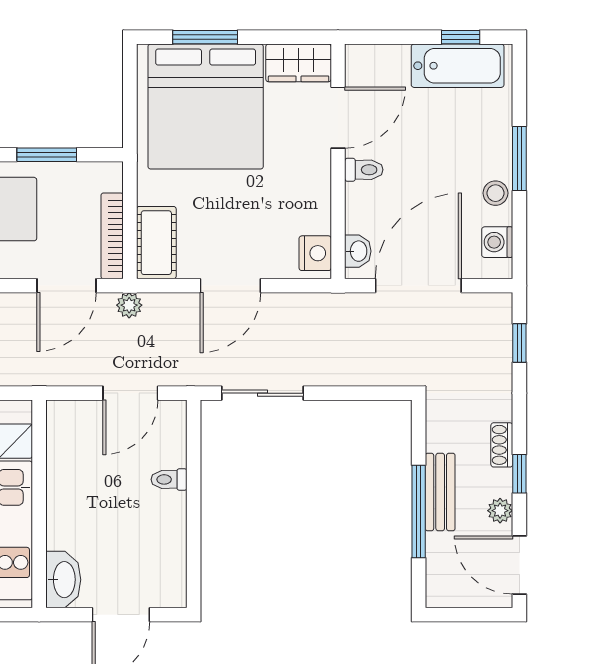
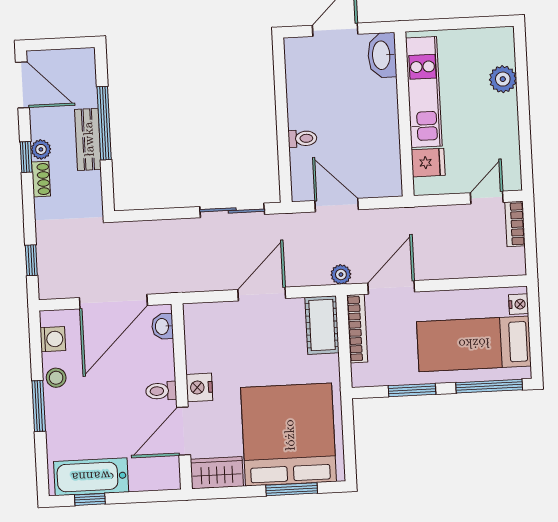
nightstand: (315, 253) -> (199, 387), moved
door: (130, 393) -> (337, 205), hinge flipped
plant: (500, 511) -> (41, 149), moved

